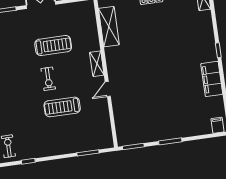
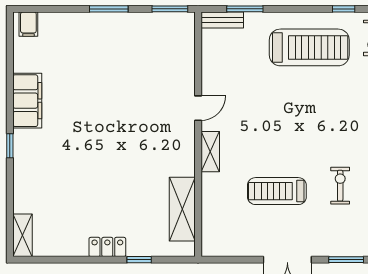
exercise bike: (48, 79) -> (340, 186), moved
treadmill: (62, 107) -> (309, 47), moved, width x1.37, depth x1.38
bench: (101, 144) -> (222, 20), added

